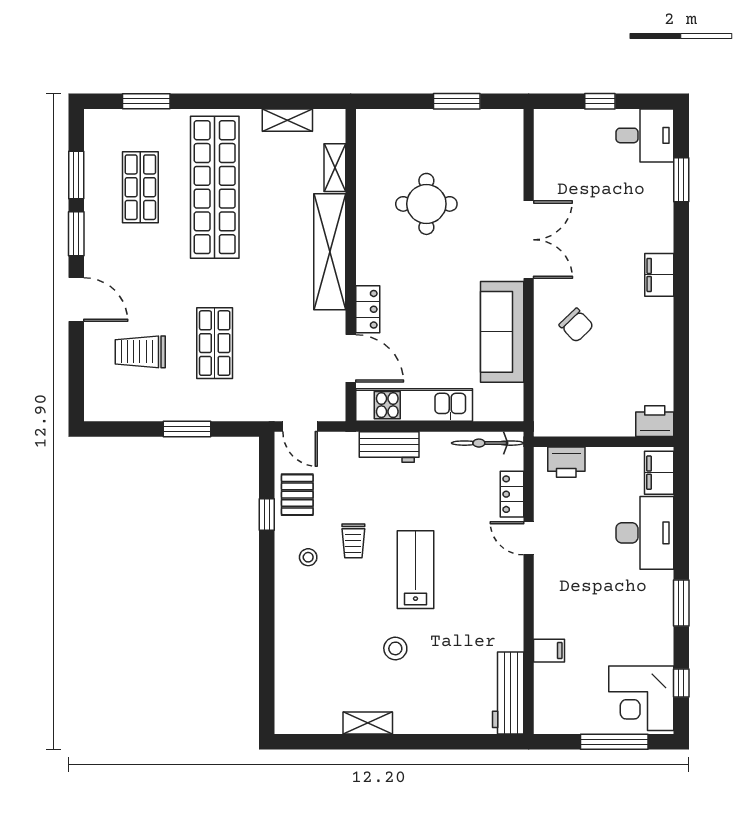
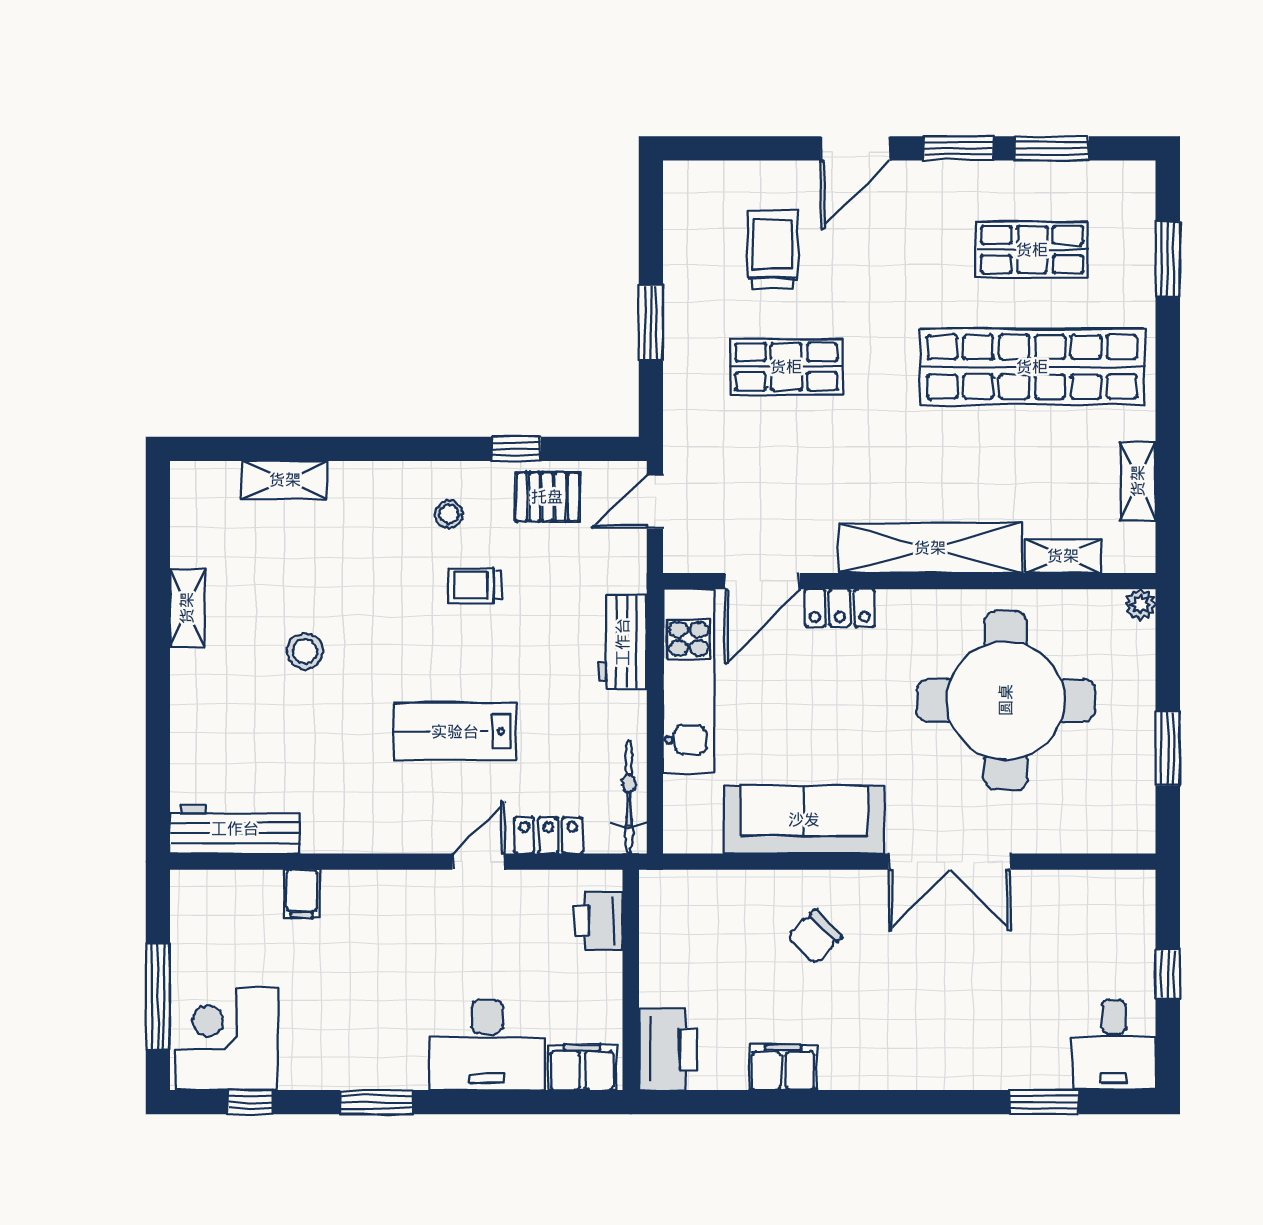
plant: (366, 119) -> (1140, 605), added
round table: (426, 204) -> (1006, 700), width x1.86, depth x1.86
filing cabinet: (659, 275) -> (783, 1067), moved
printer: (655, 421) -> (668, 1049), width x1.37, depth x1.19
lab bench: (416, 570) -> (455, 732), moved, turned 180
shelving: (287, 661) -> (285, 480), added

